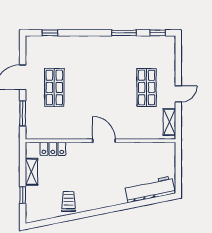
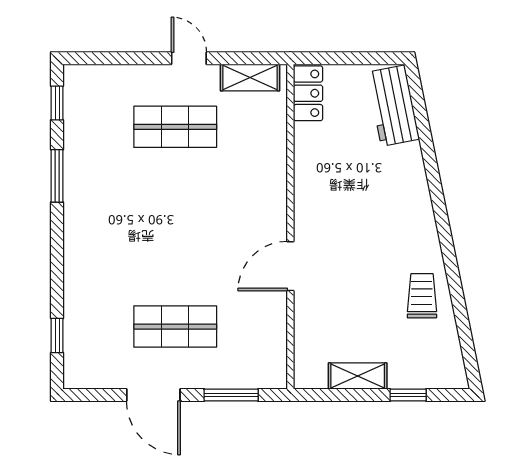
door: (104, 141) -> (290, 266), moved
locker: (53, 149) -> (308, 93), moved
workbench: (150, 189) -> (393, 106), width x0.73
trolley: (69, 201) -> (422, 296), turned 90

